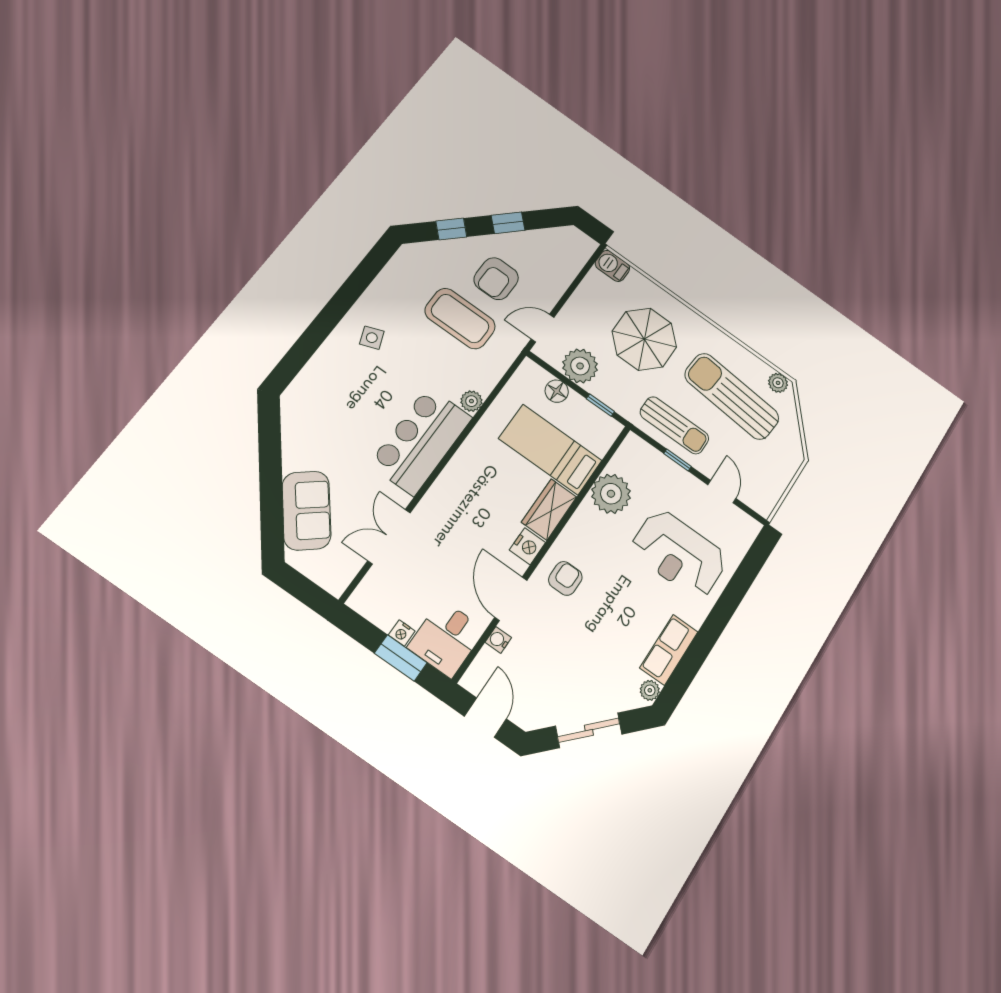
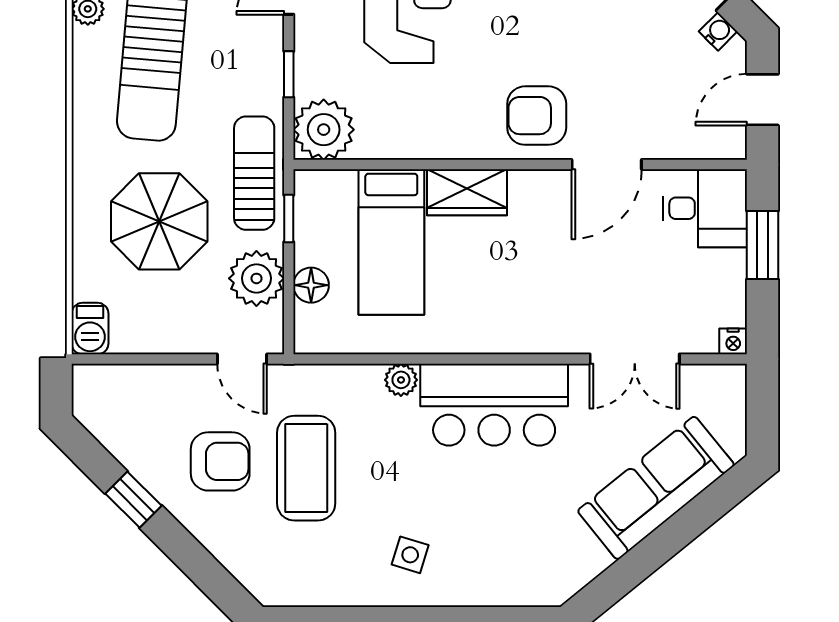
window: (451, 229) -> (197, 563), removed
side table: (372, 338) -> (410, 555), turned 38
sun lounger: (674, 425) -> (254, 173), moved
plant: (611, 494) -> (324, 130), moved
sofa: (307, 511) -> (656, 488), width x1.36
nightstand: (527, 546) -> (530, 188), removed
armchair: (565, 578) -> (537, 116), width x1.38, depth x1.38
nightstand: (402, 633) -> (733, 341), moved, turned 90
water cooler: (498, 640) -> (718, 31), moved, turned -135

